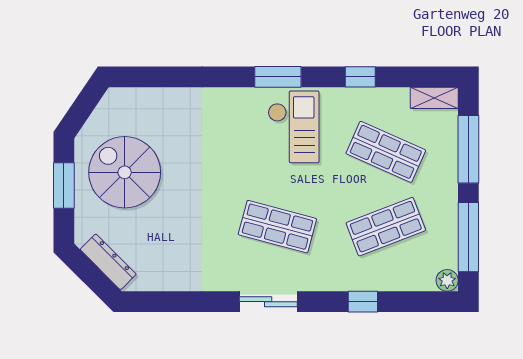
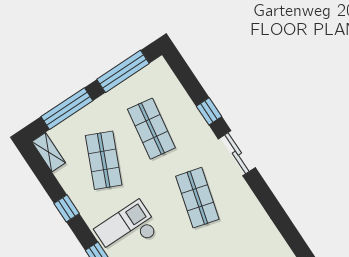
shop shelf: (386, 227) -> (151, 129), turned 30
plant: (447, 280) -> (160, 67), removed
sliding door: (268, 302) -> (237, 153), moved

